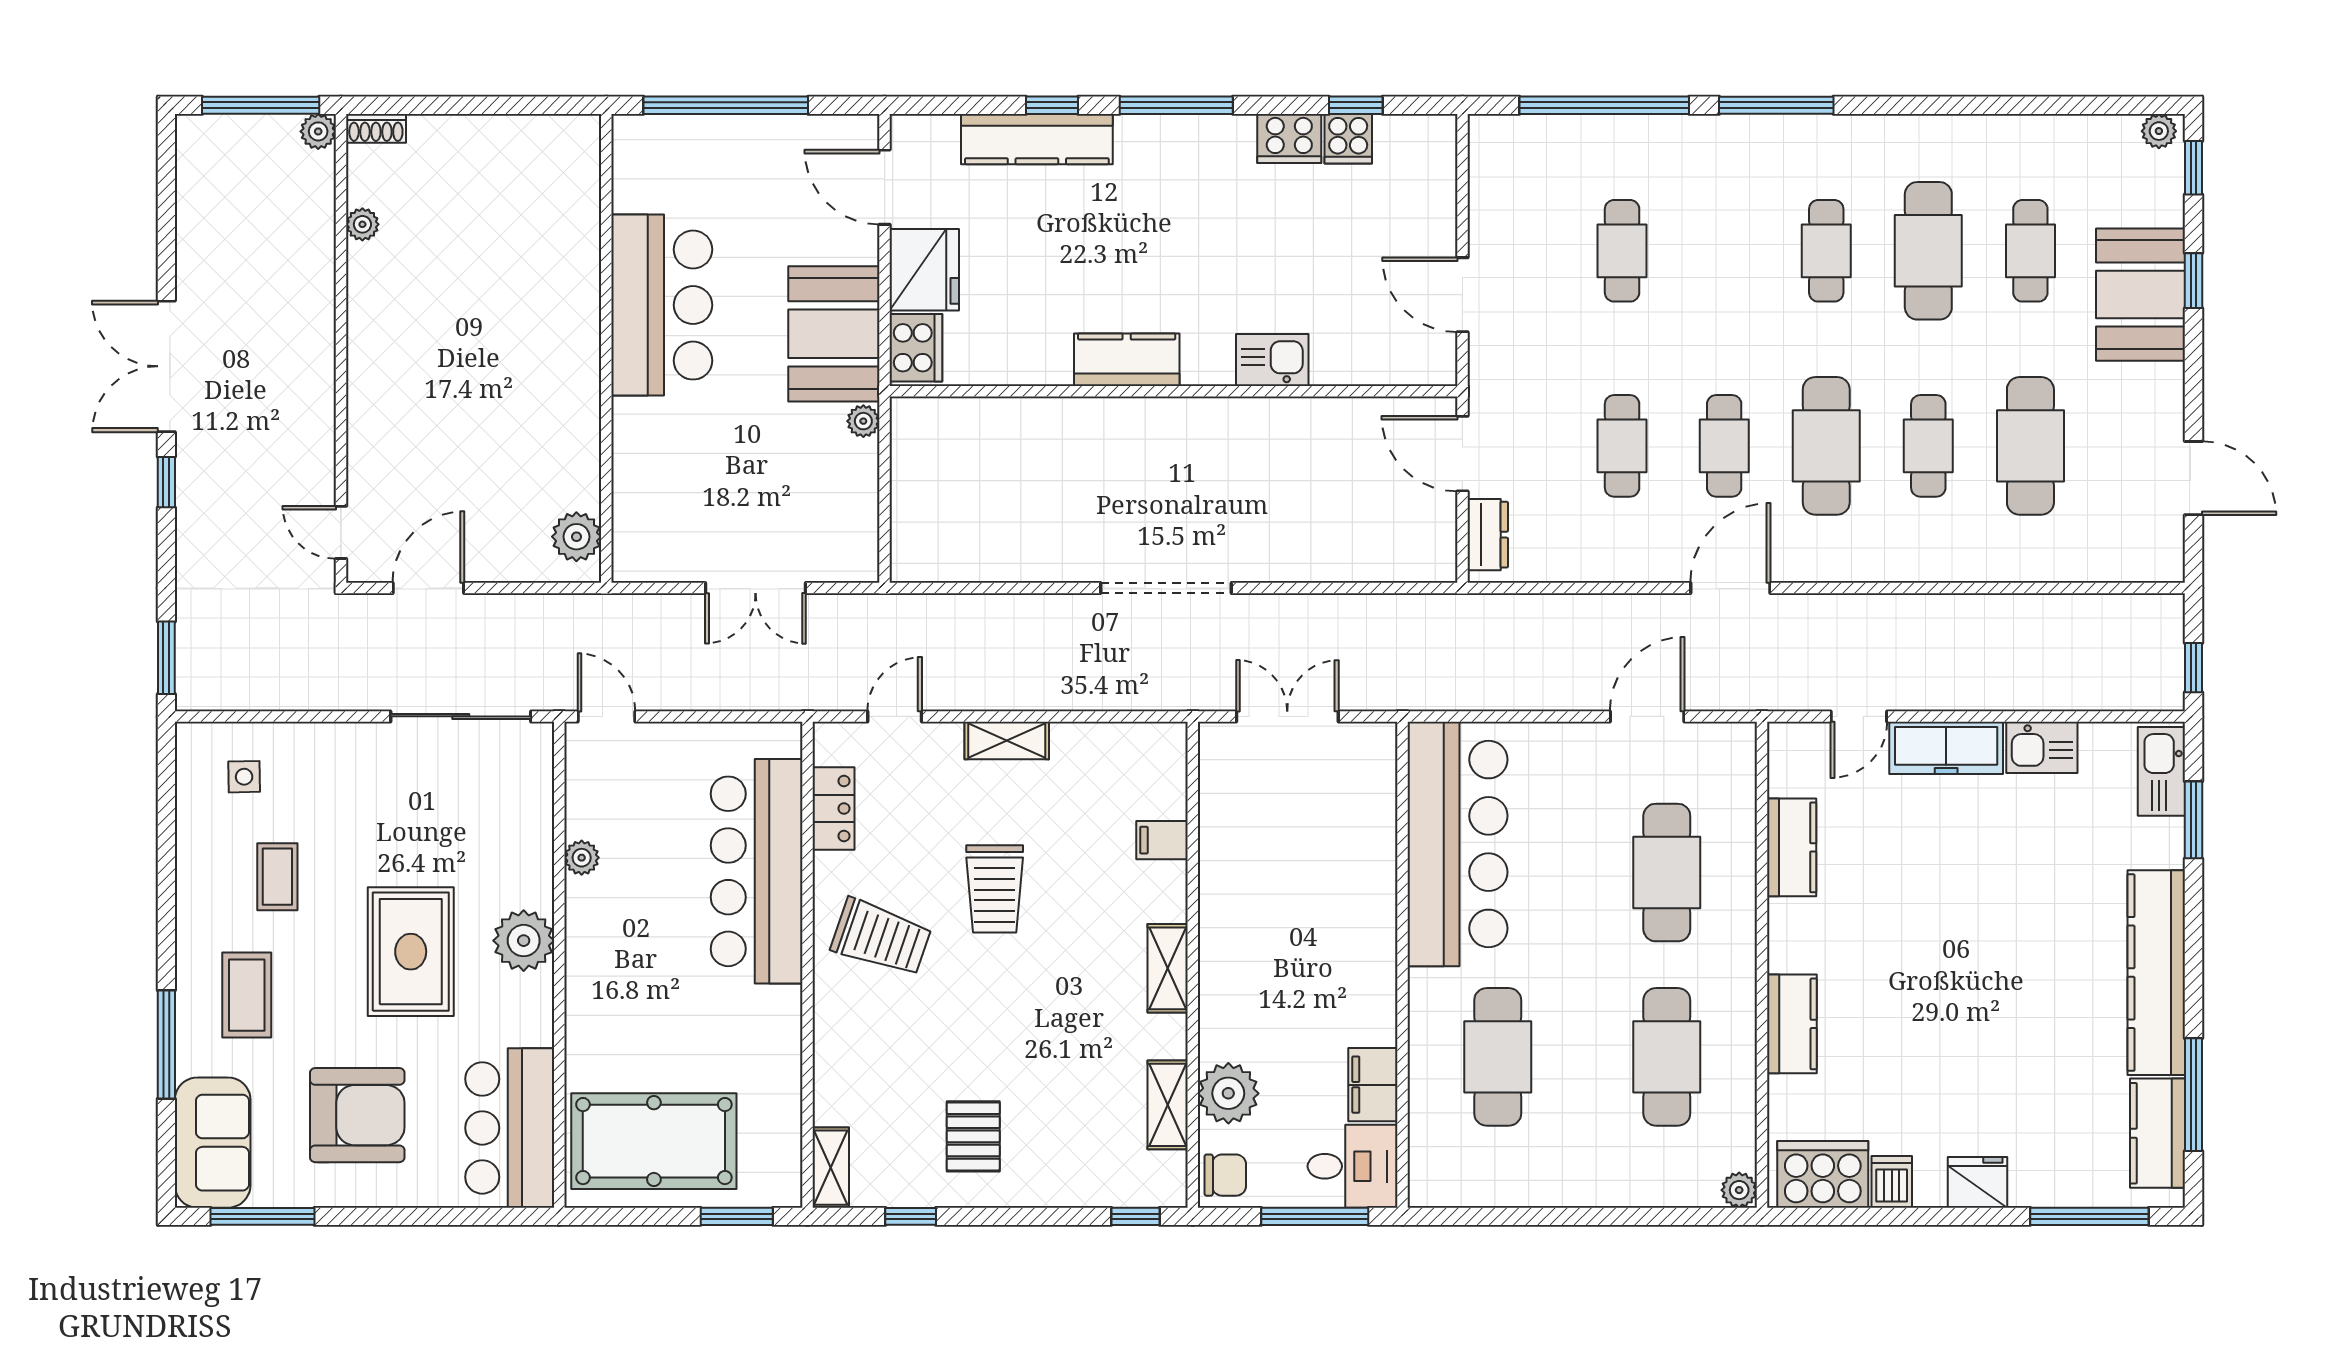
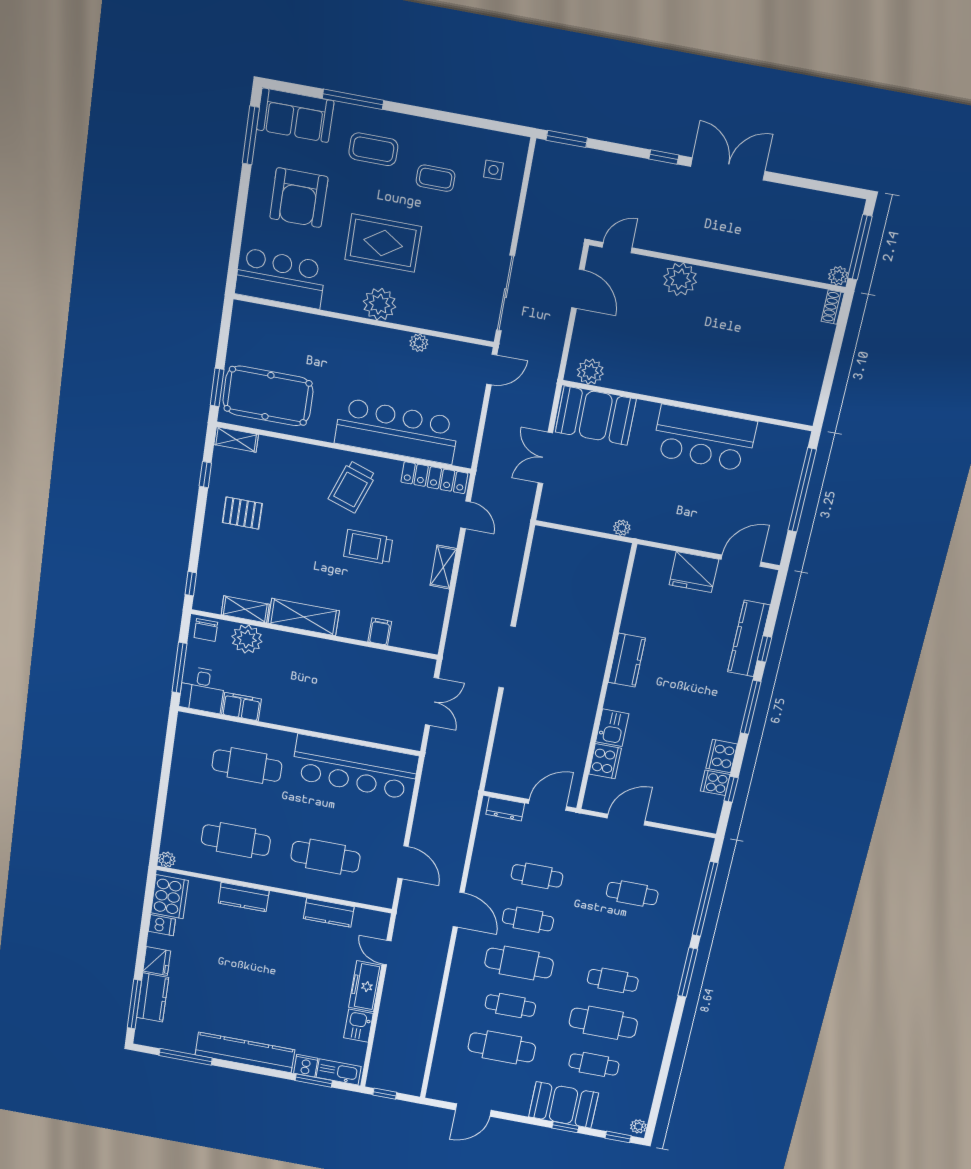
plant: (362, 224) -> (680, 279), moved, width x1.88, depth x1.88
booth: (834, 334) -> (596, 416), moved
cooker: (916, 348) -> (605, 761), moved, turned -90
locker: (834, 809) -> (434, 478), width x1.53
cooker: (2161, 842) -> (306, 1066), added
shelving: (1168, 968) -> (304, 617), width x1.50, depth x1.33
kitchen counter: (2158, 1133) -> (153, 997), moved, turned 90
pool table: (654, 1141) -> (268, 396), moved, turned 90

